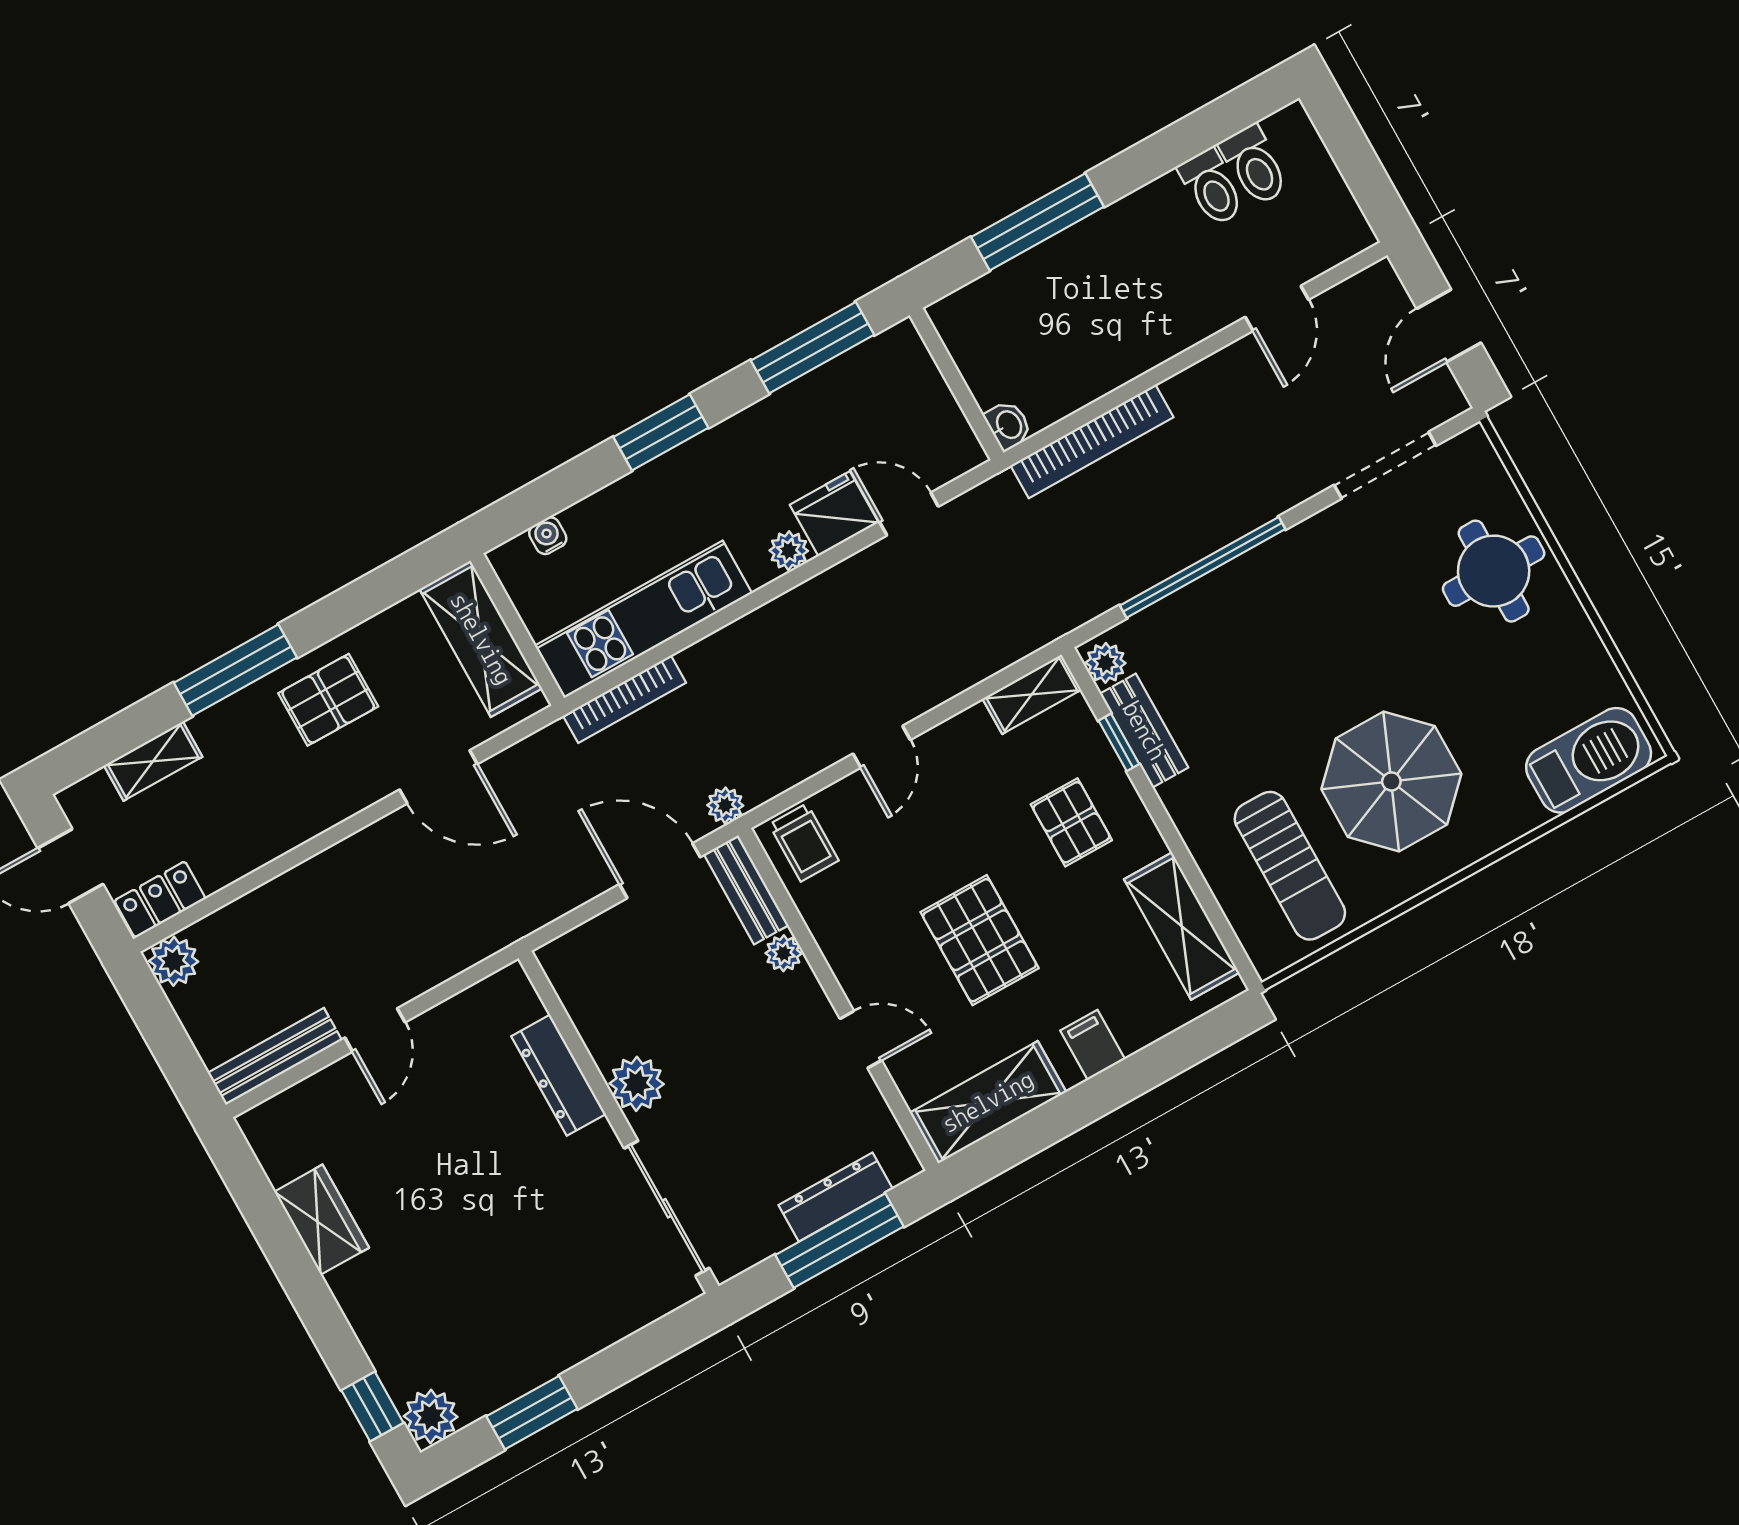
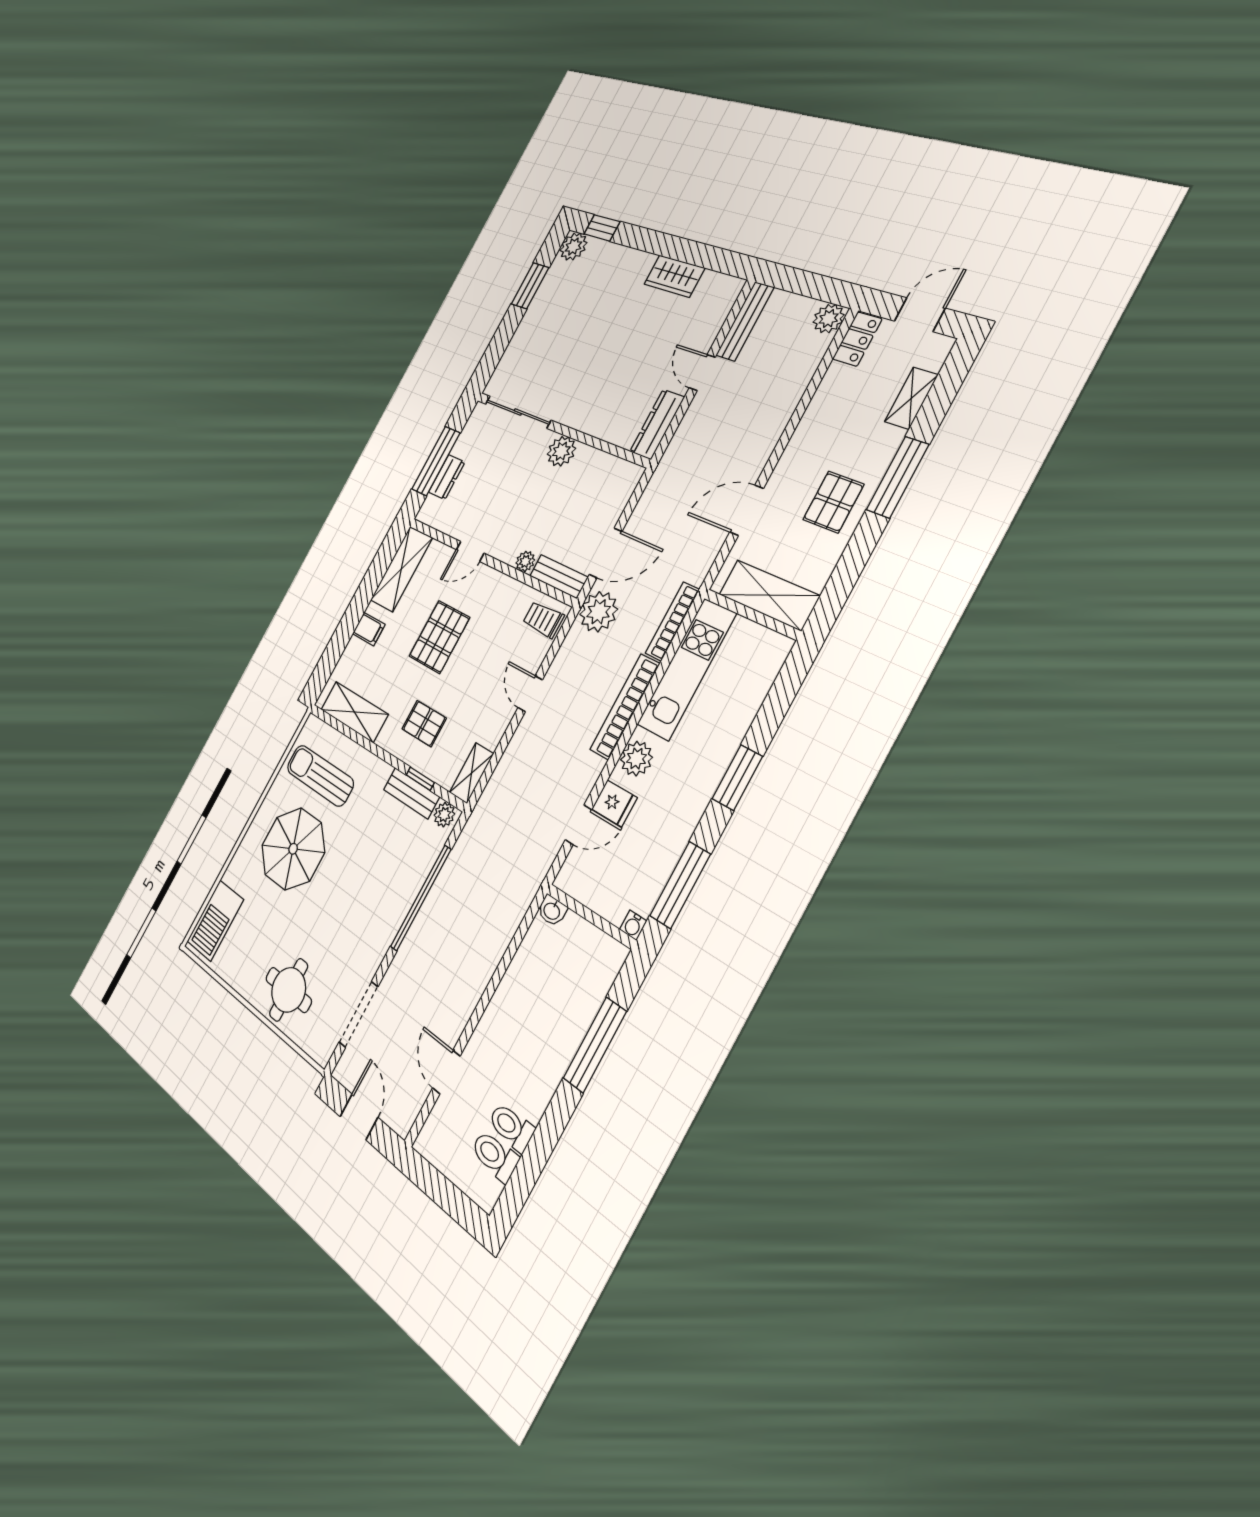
bookcase: (1092, 441) -> (625, 707), moved
fridge: (834, 514) -> (614, 803), width x0.72
water cooler: (548, 536) -> (633, 925), moved, turned 90
plant: (789, 551) -> (636, 759), width x1.38, depth x1.38
plant: (725, 805) -> (599, 612), width x1.88, depth x1.88
pallet: (980, 940) -> (439, 637), turned 90
dresser: (559, 1075) -> (657, 424), moved, turned -90
dresser: (836, 1197) -> (447, 477), width x0.70

